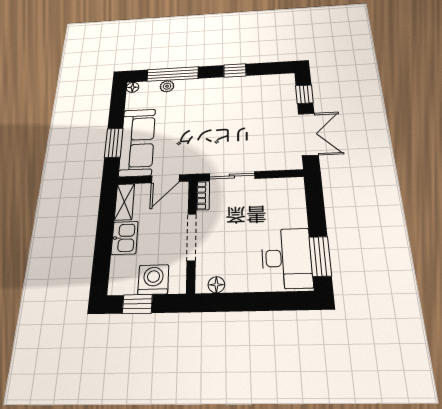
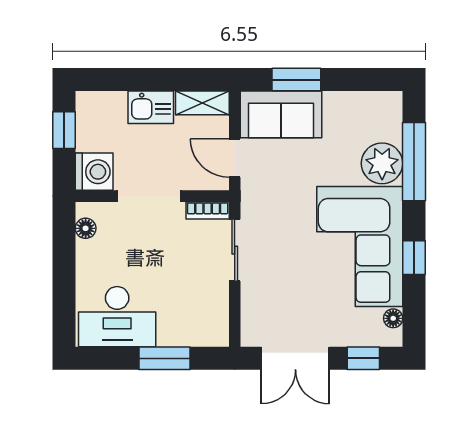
plant: (167, 86) -> (382, 163), width x1.87, depth x1.87
floor lamp: (133, 87) -> (393, 318), moved
corner sofa: (228, 100) -> (360, 246), added
sofa: (137, 142) -> (281, 114), width x0.73
window: (320, 256) -> (165, 358), moved
washing machine: (153, 279) -> (94, 172), moved

